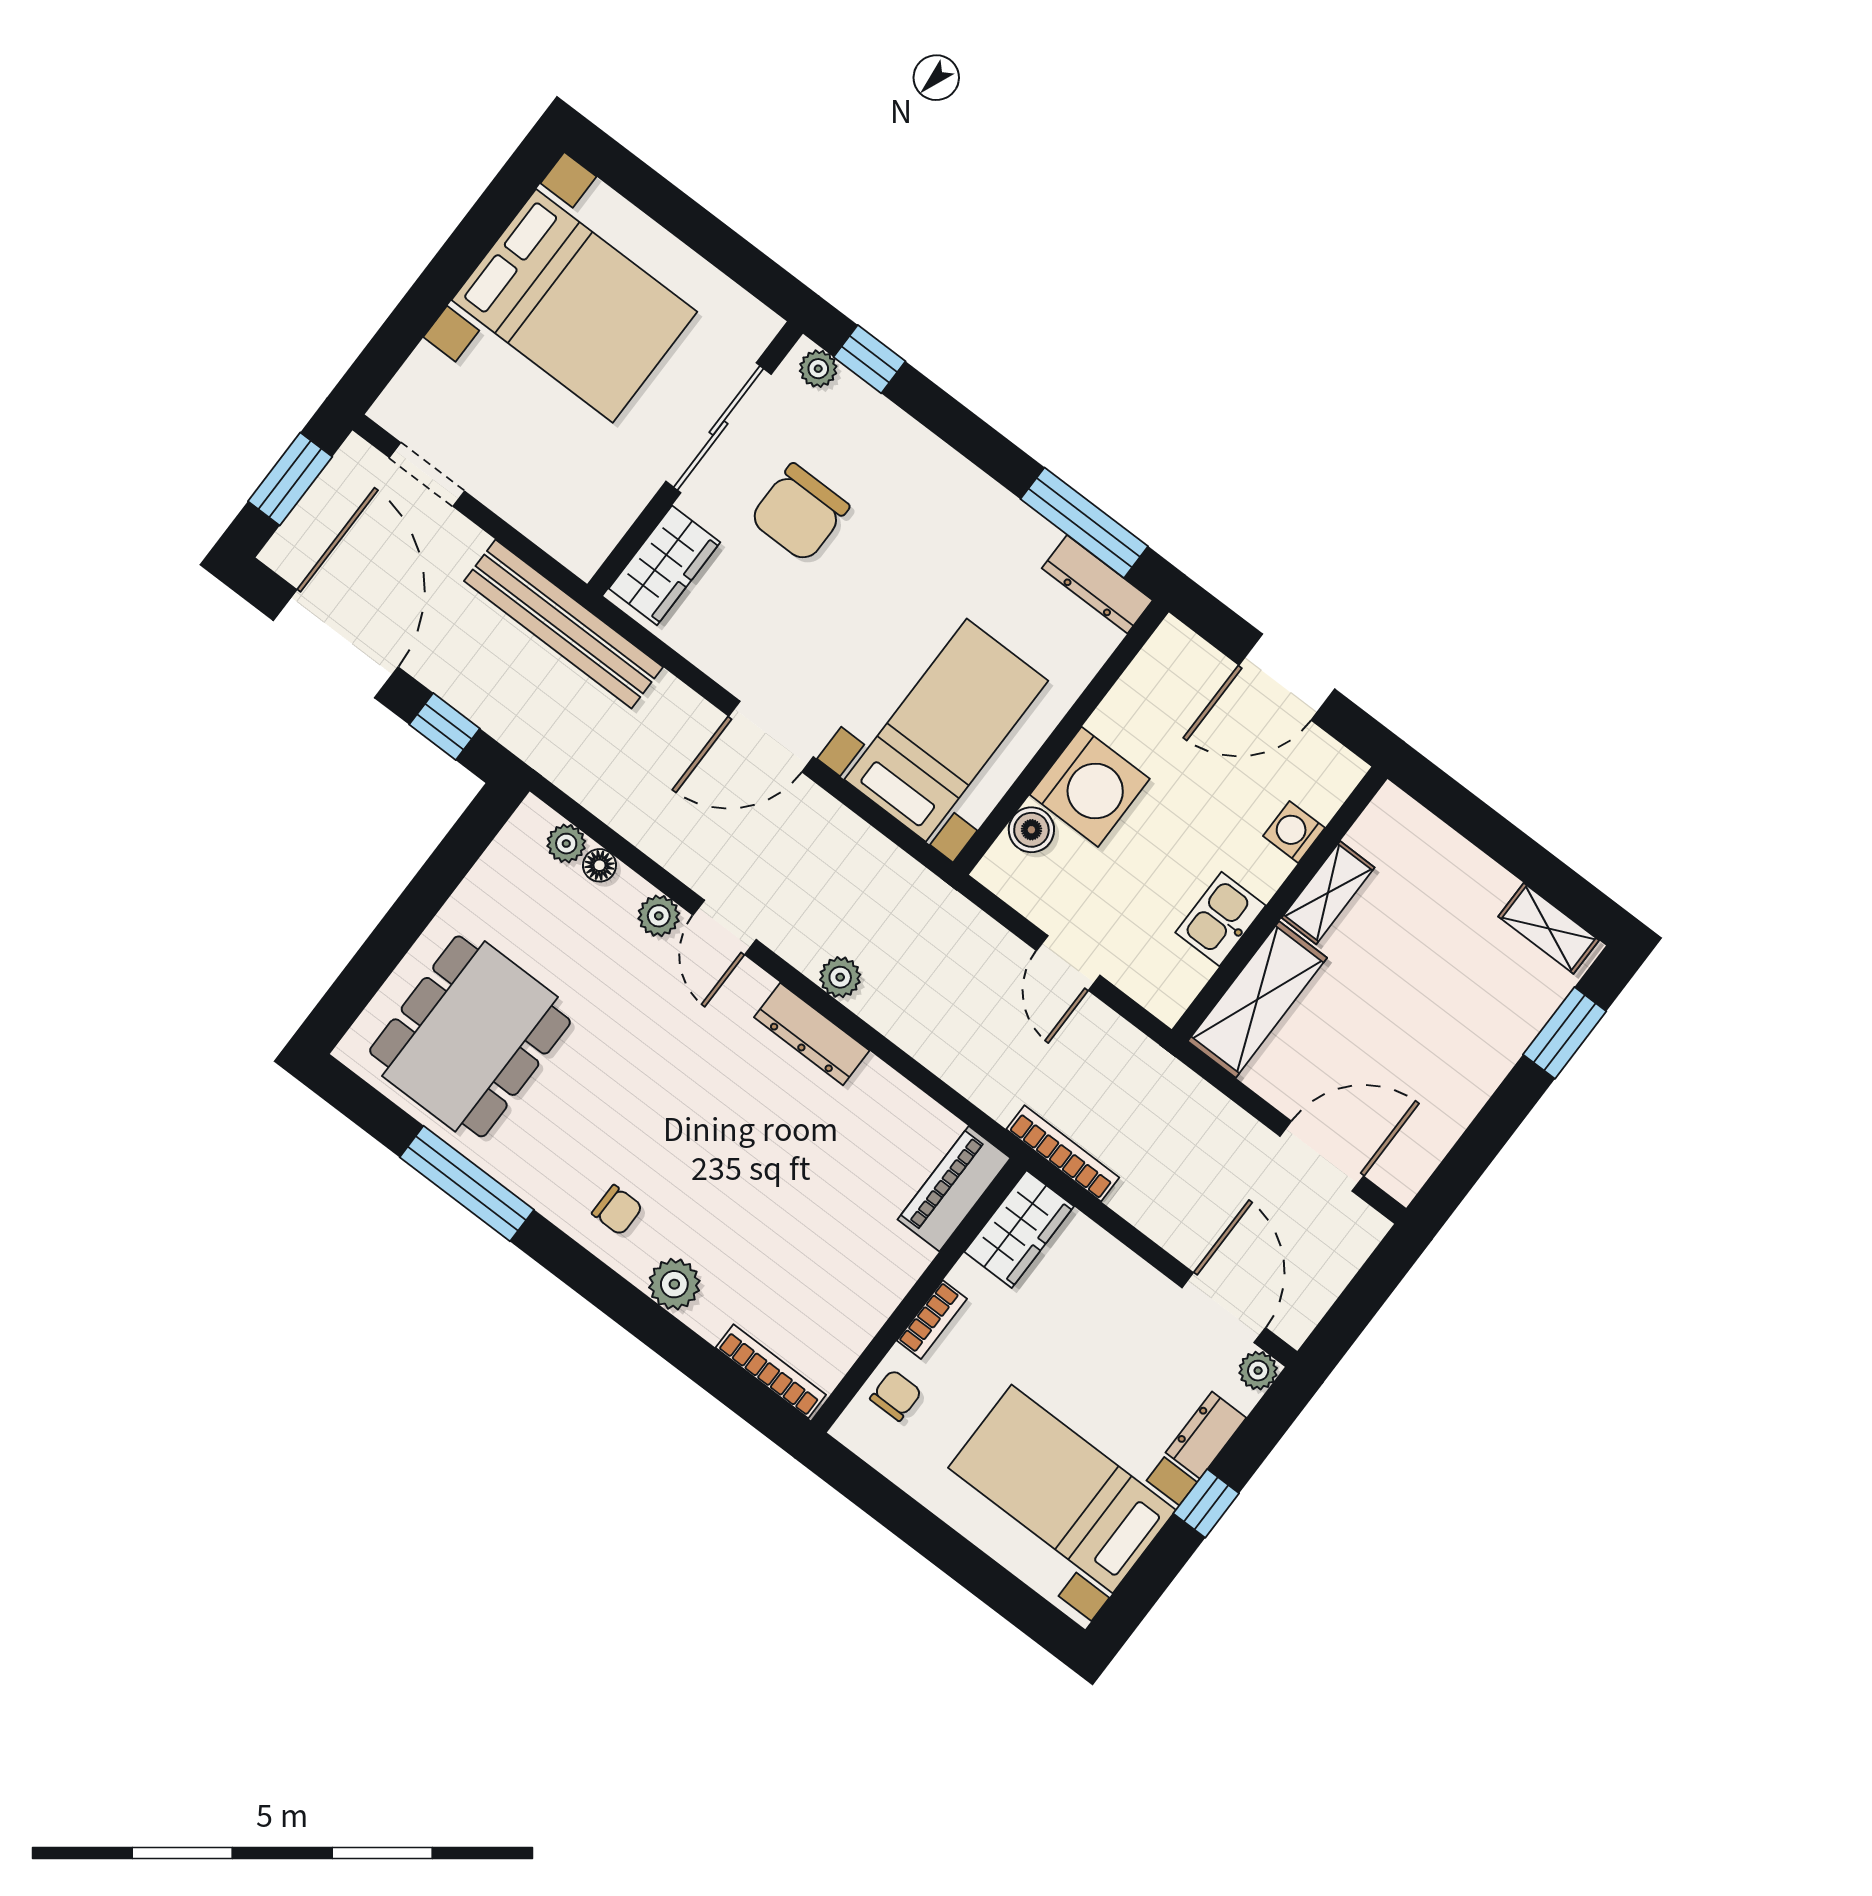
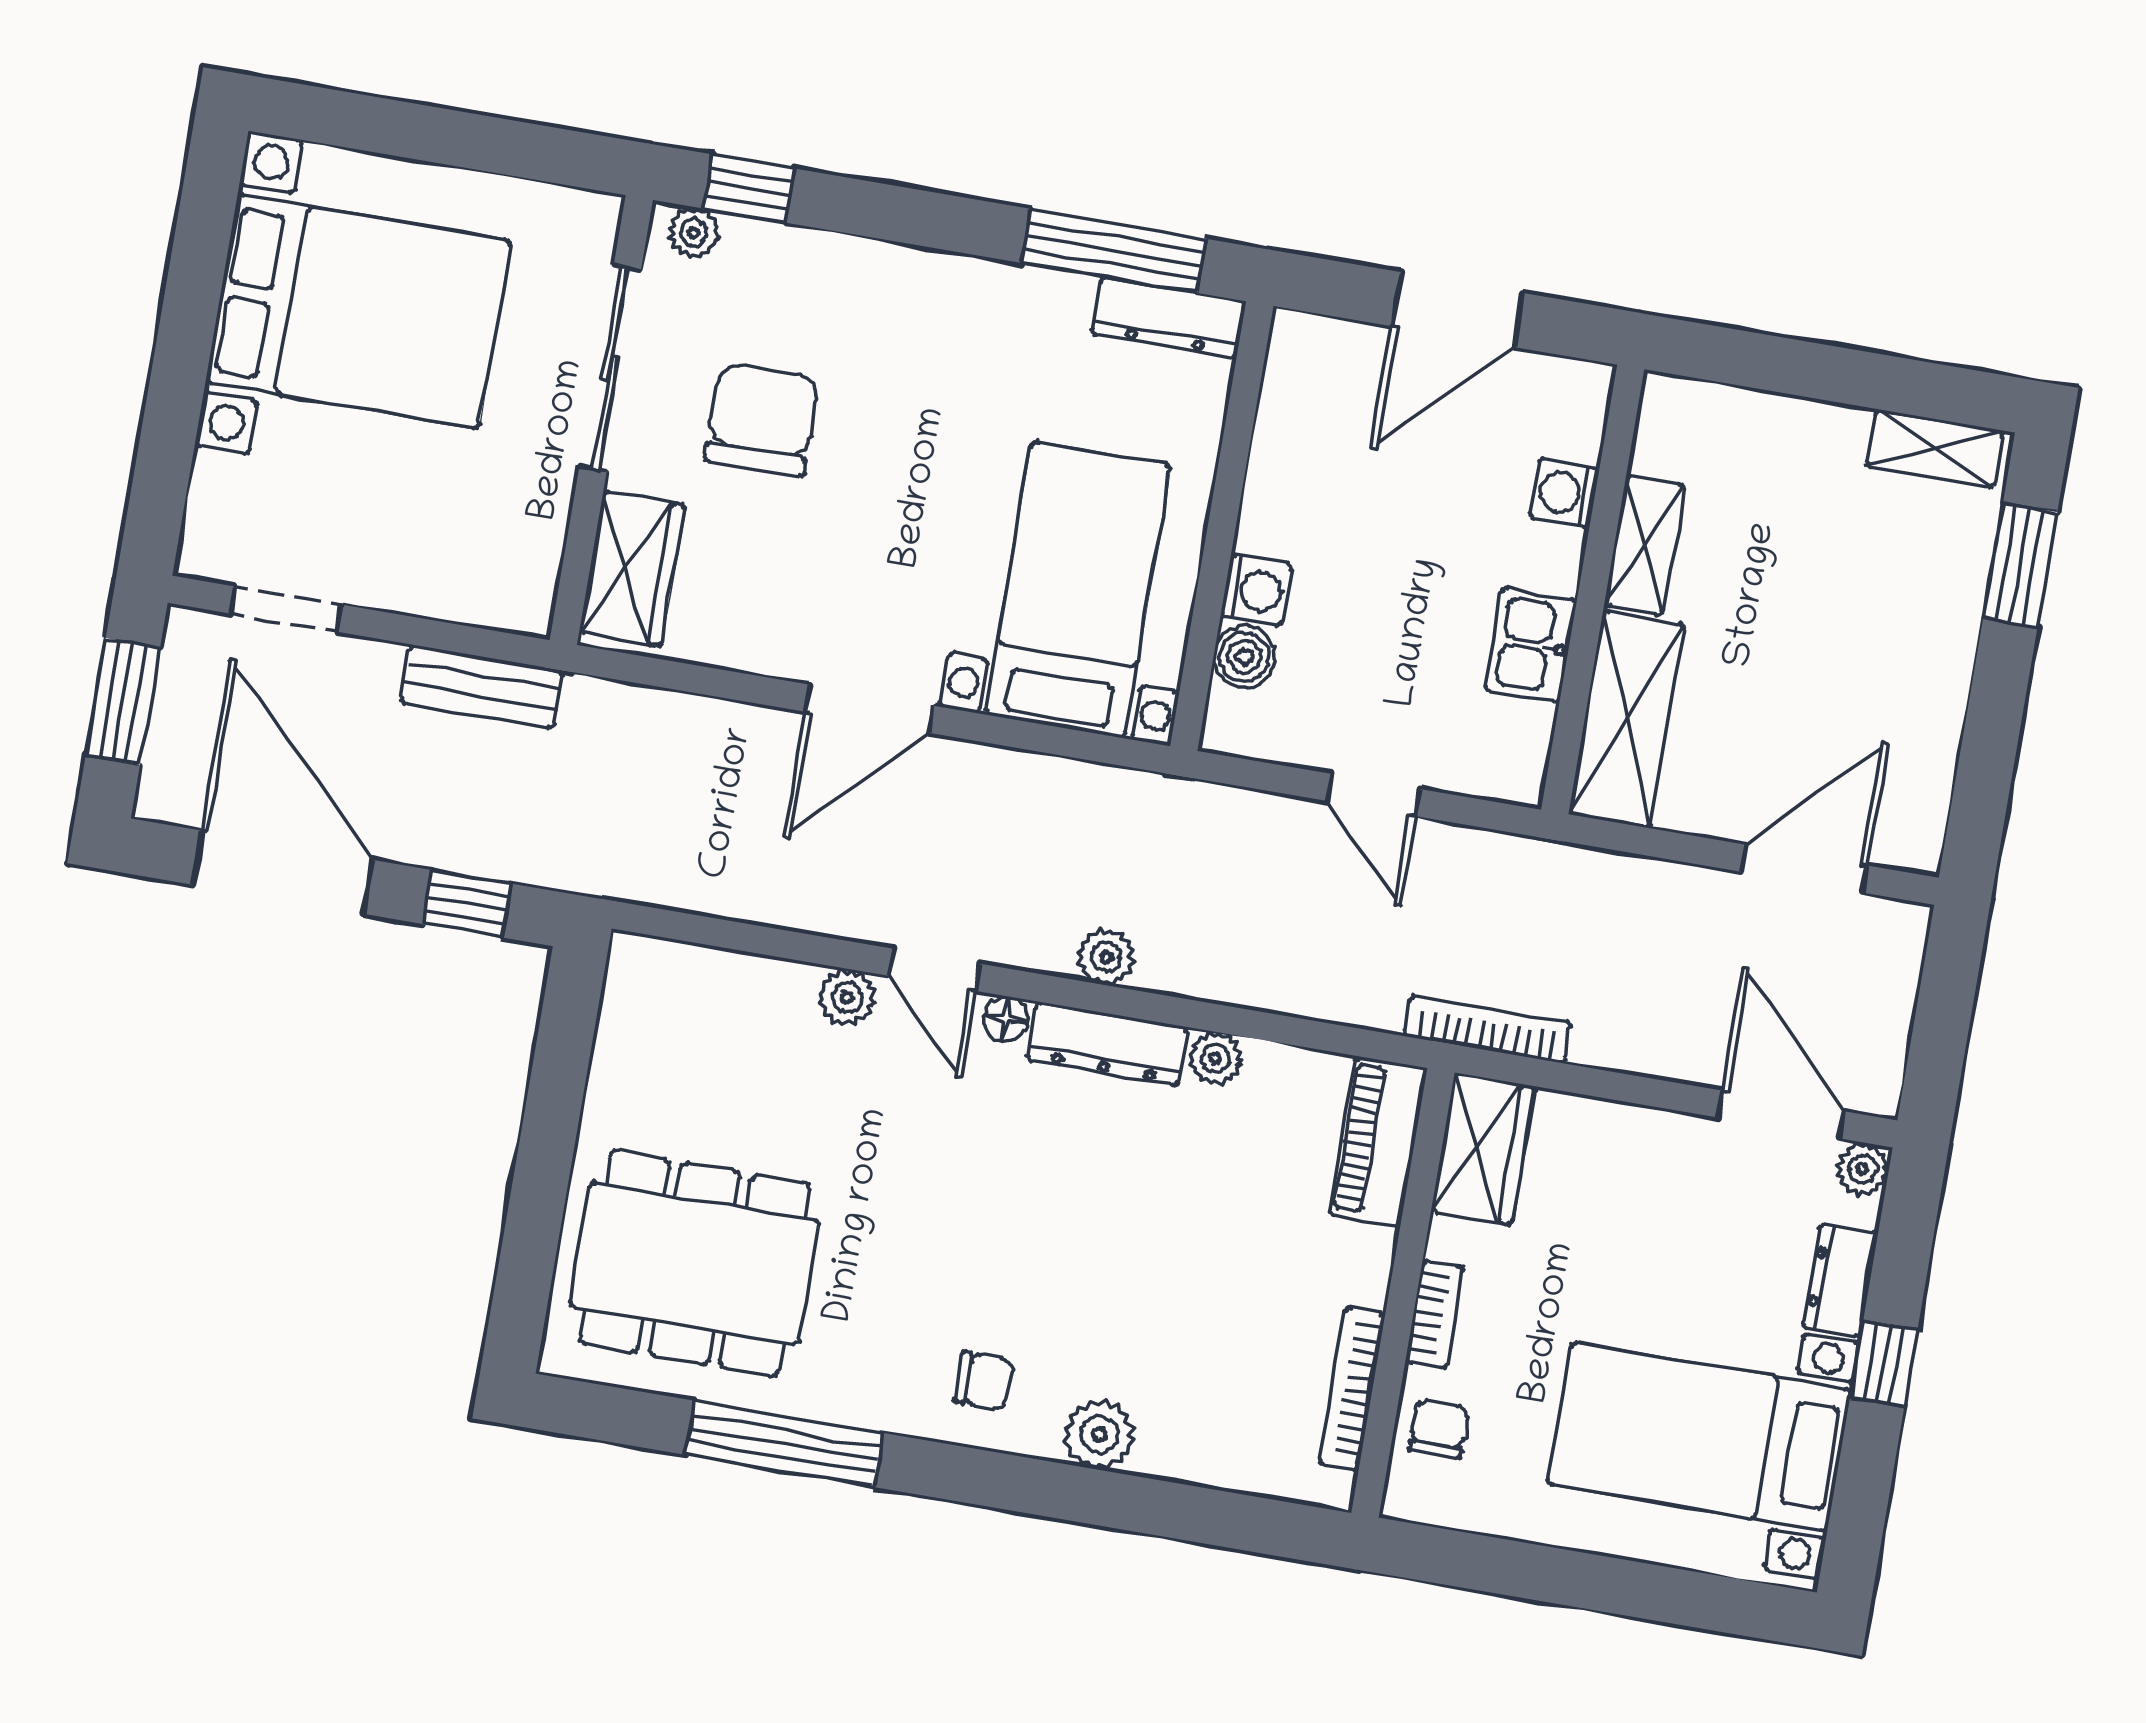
chair: (799, 513) -> (762, 419), turned 180
bench: (564, 624) -> (482, 686), width x0.54, depth x0.82
washing machine: (1090, 787) -> (1256, 590), width x0.53, depth x0.53
plant: (566, 844) -> (1215, 1058), moved
floor lamp: (599, 865) -> (1006, 1019), moved
dining table: (470, 1036) -> (695, 1263), turned 90
bookcase: (771, 1371) -> (1352, 1389), moved, turned -90

